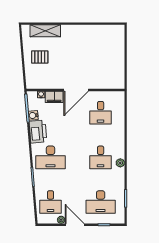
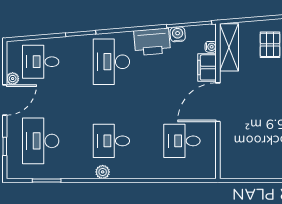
shelving: (41, 83) -> (229, 47), added
door: (76, 90) -> (218, 102), hinge flipped

